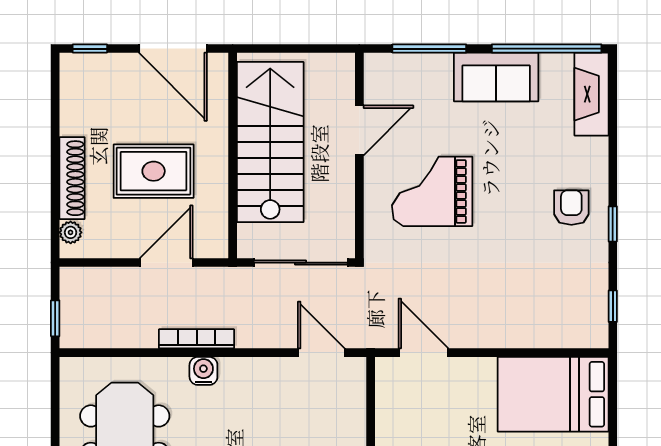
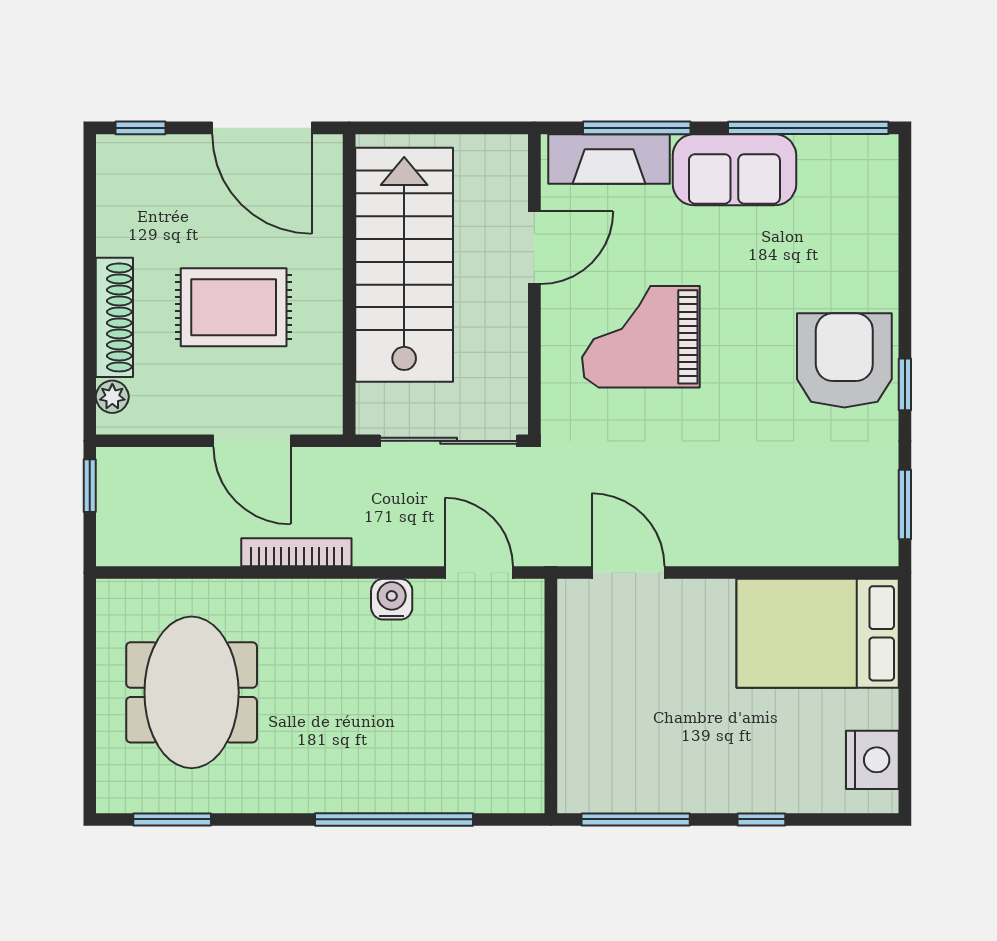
fireplace: (591, 94) -> (609, 159), moved, turned -90
armchair: (571, 208) -> (844, 360), width x1.88, depth x1.88
door: (166, 263) -> (252, 441), swing flipped
window: (613, 306) -> (905, 505), width x1.50
window: (55, 318) -> (90, 486), moved
water cooler: (203, 371) -> (392, 599), moved

